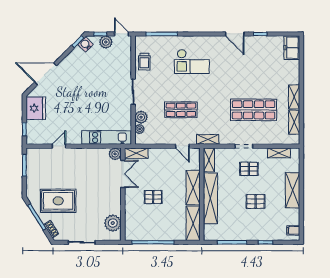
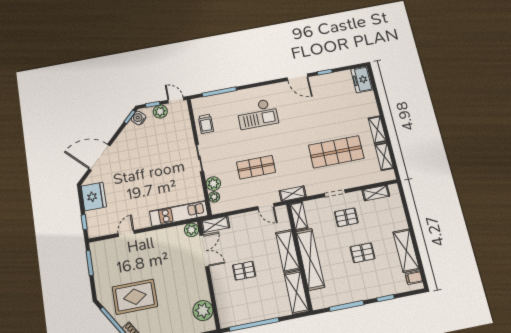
shelving: (293, 190) -> (406, 251), moved

